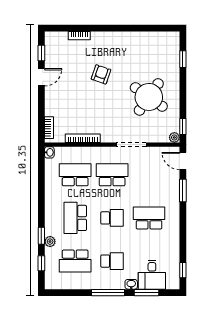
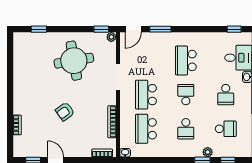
armchair: (101, 74) -> (65, 112), moved, turned -55
round table: (149, 97) -> (74, 61), turned 45
school desk: (75, 218) -> (186, 129), width x0.54
school desk: (75, 261) -> (226, 129), width x0.54
school desk: (112, 261) -> (226, 95), turned 180

